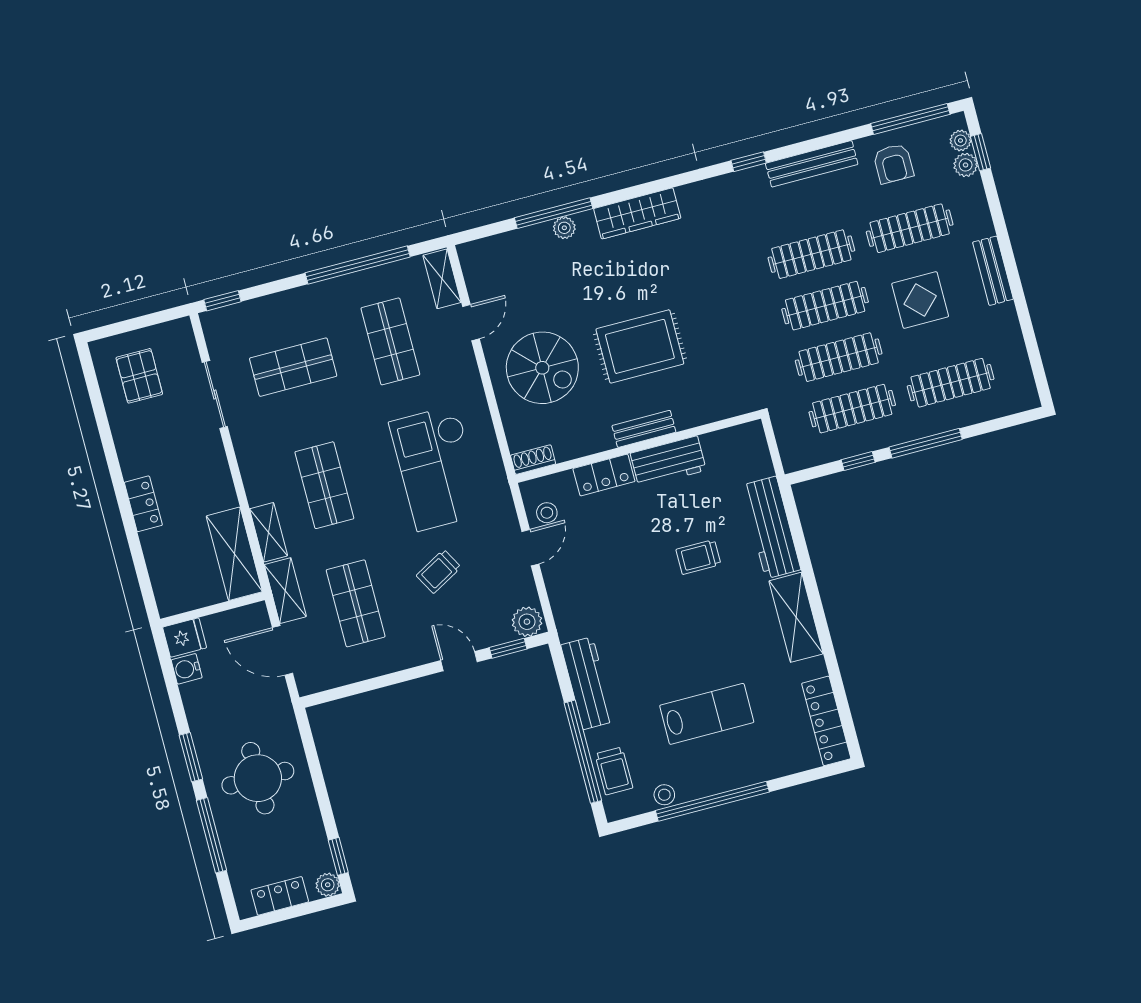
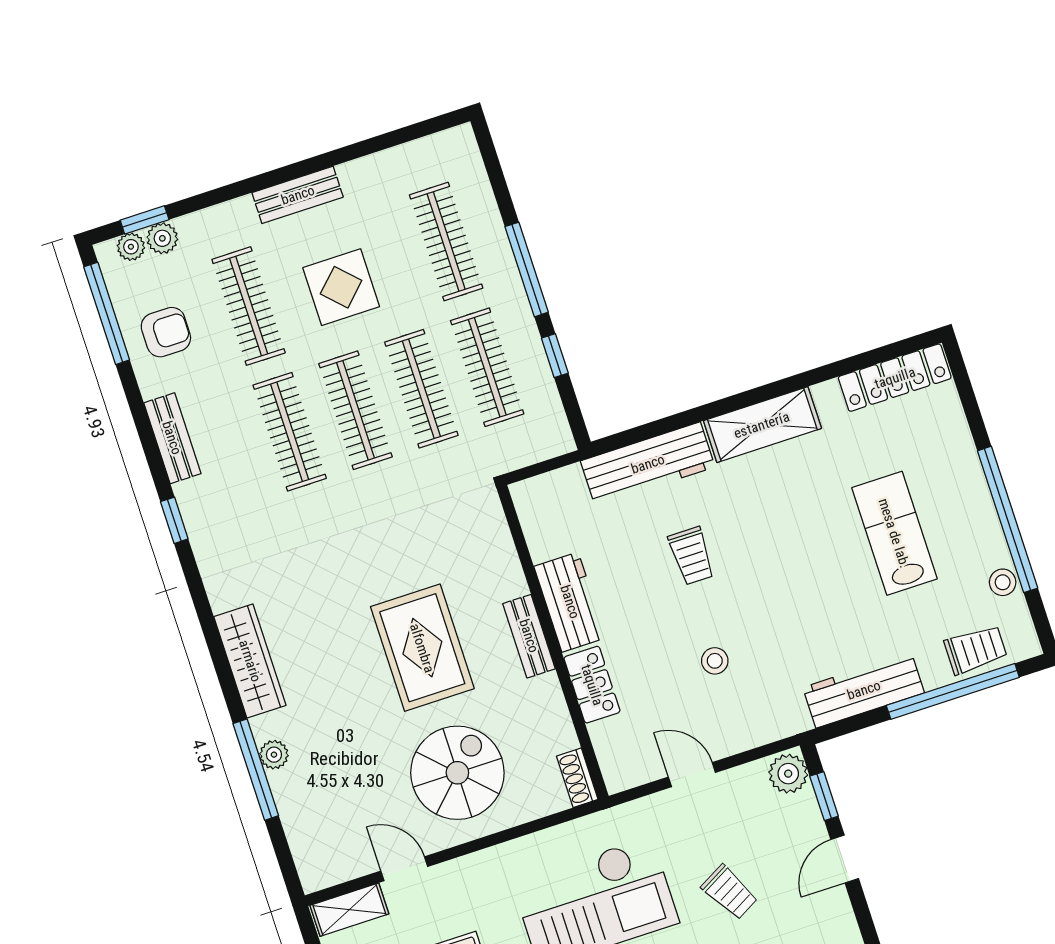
bench: (812, 164) -> (172, 438), width x0.73
stool: (547, 513) -> (715, 661), moved

